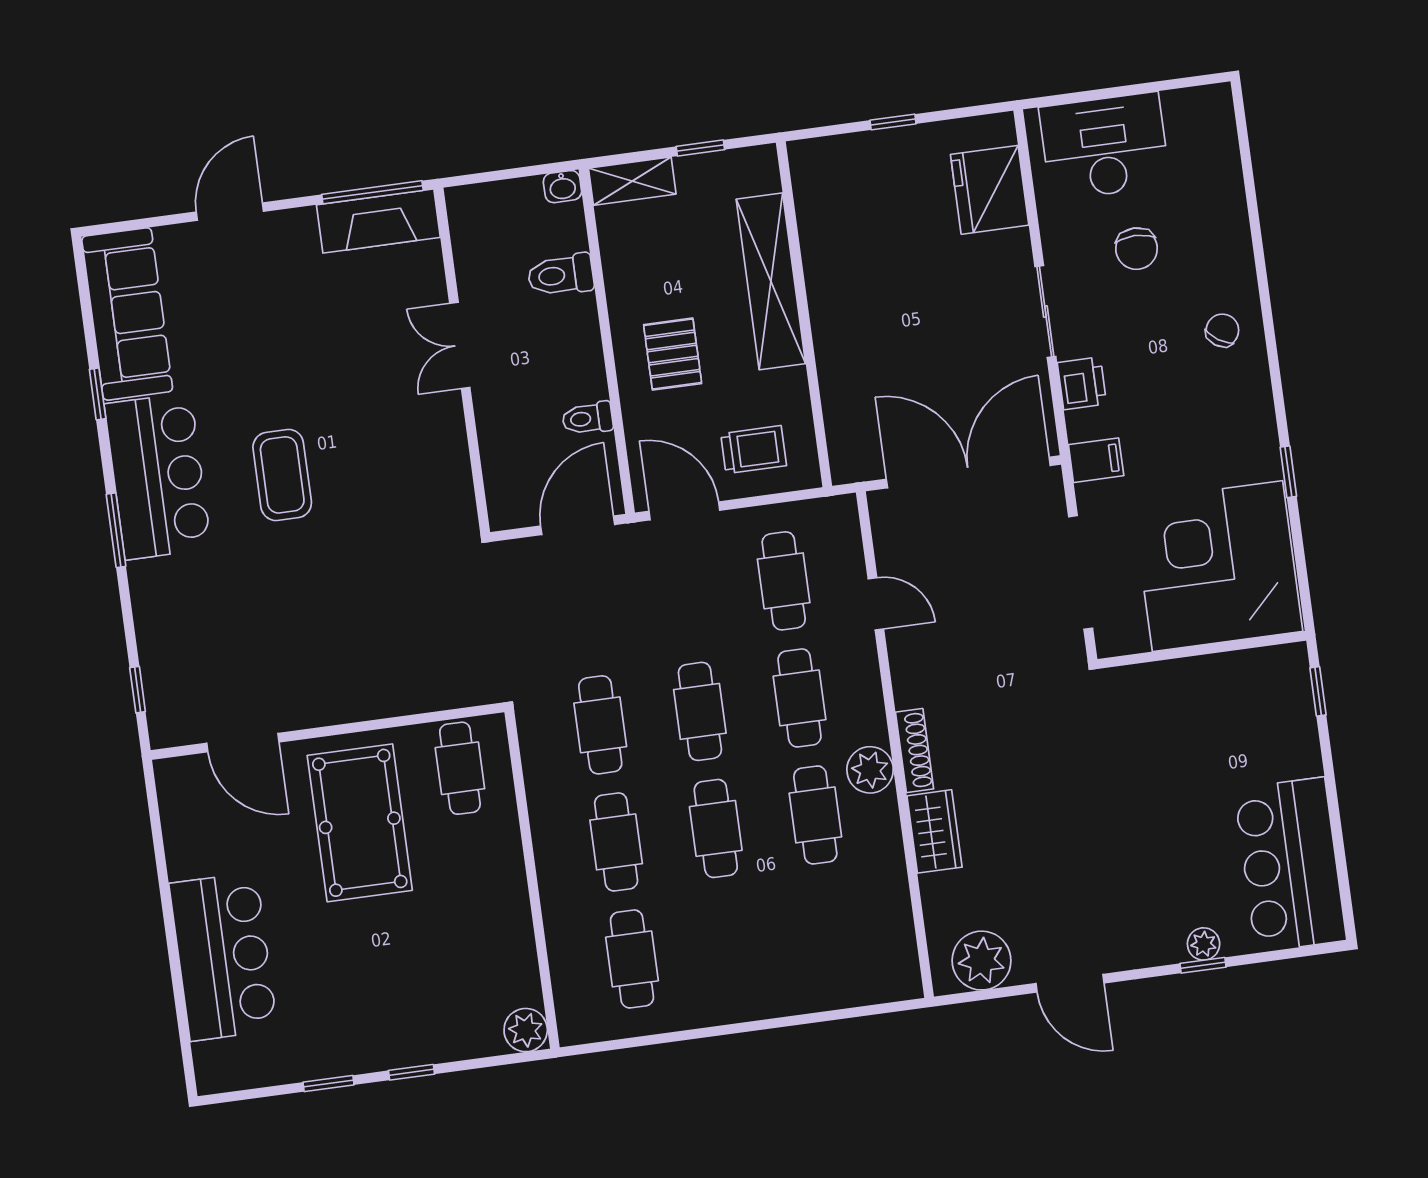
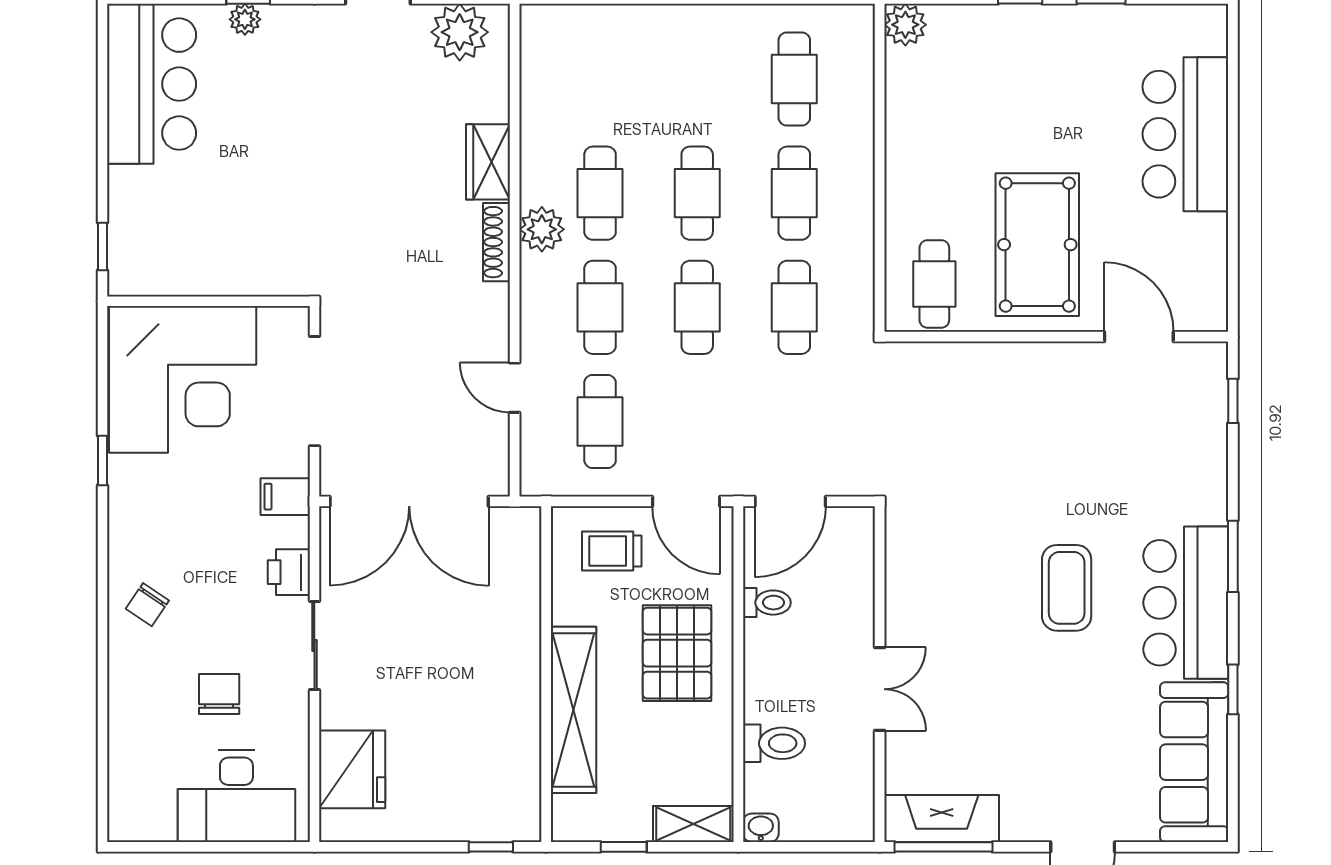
window: (893, 122) -> (491, 847), moved
pallet: (673, 354) -> (677, 653), width x1.50, depth x1.42

